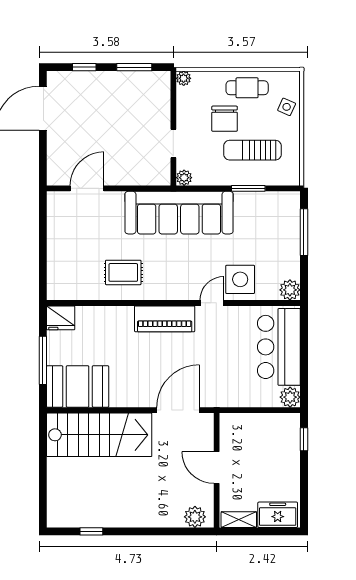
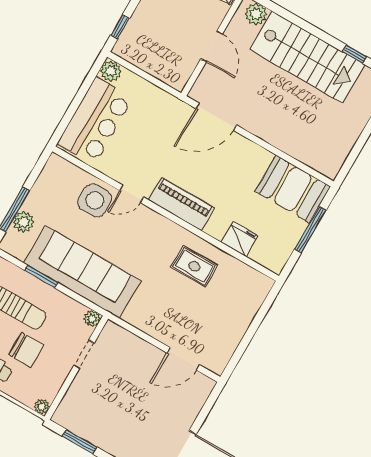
chair: (225, 119) -> (26, 350), turned 90
sofa: (179, 213) -> (82, 272), moved
plant: (290, 290) -> (24, 222), moved
fridge: (61, 318) -> (240, 239), moved
stairs: (99, 435) -> (307, 57), moved, turned 180

